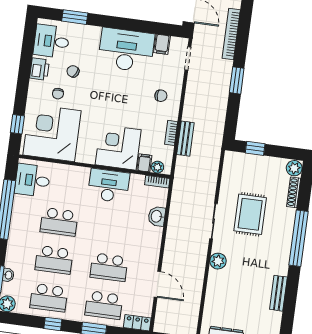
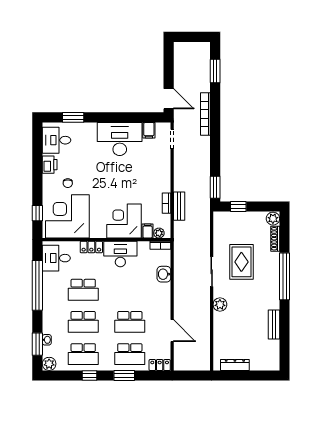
chair: (73, 71) -> (78, 163), removed
window: (237, 80) -> (215, 187), moved
chair: (161, 96) -> (154, 173), removed
locker: (76, 173) -> (91, 247), added

